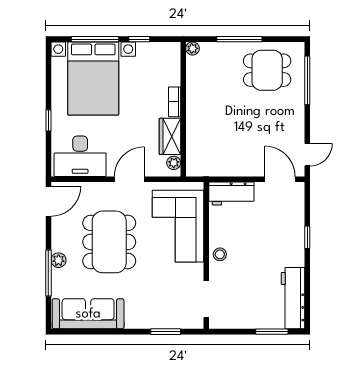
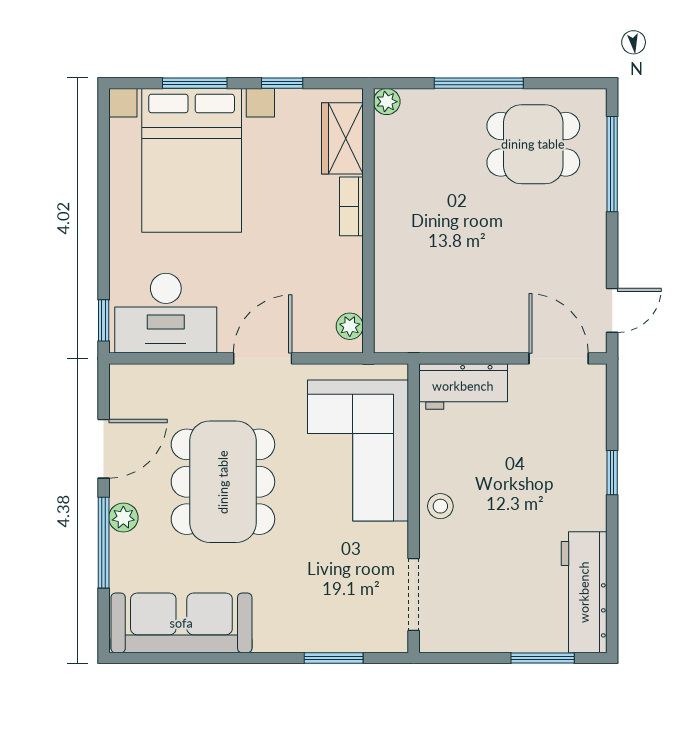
window: (95, 39) -> (195, 83), width x0.69
window: (48, 120) -> (104, 320), moved
wardrobe: (170, 136) -> (342, 138), moved
door: (48, 201) -> (104, 449), moved

